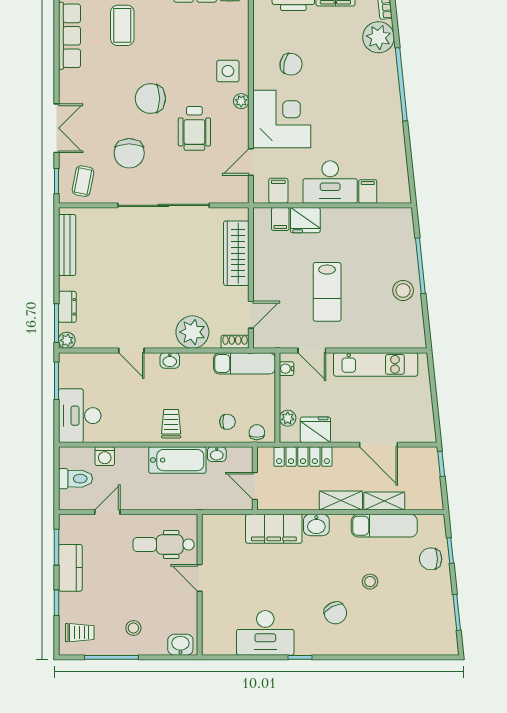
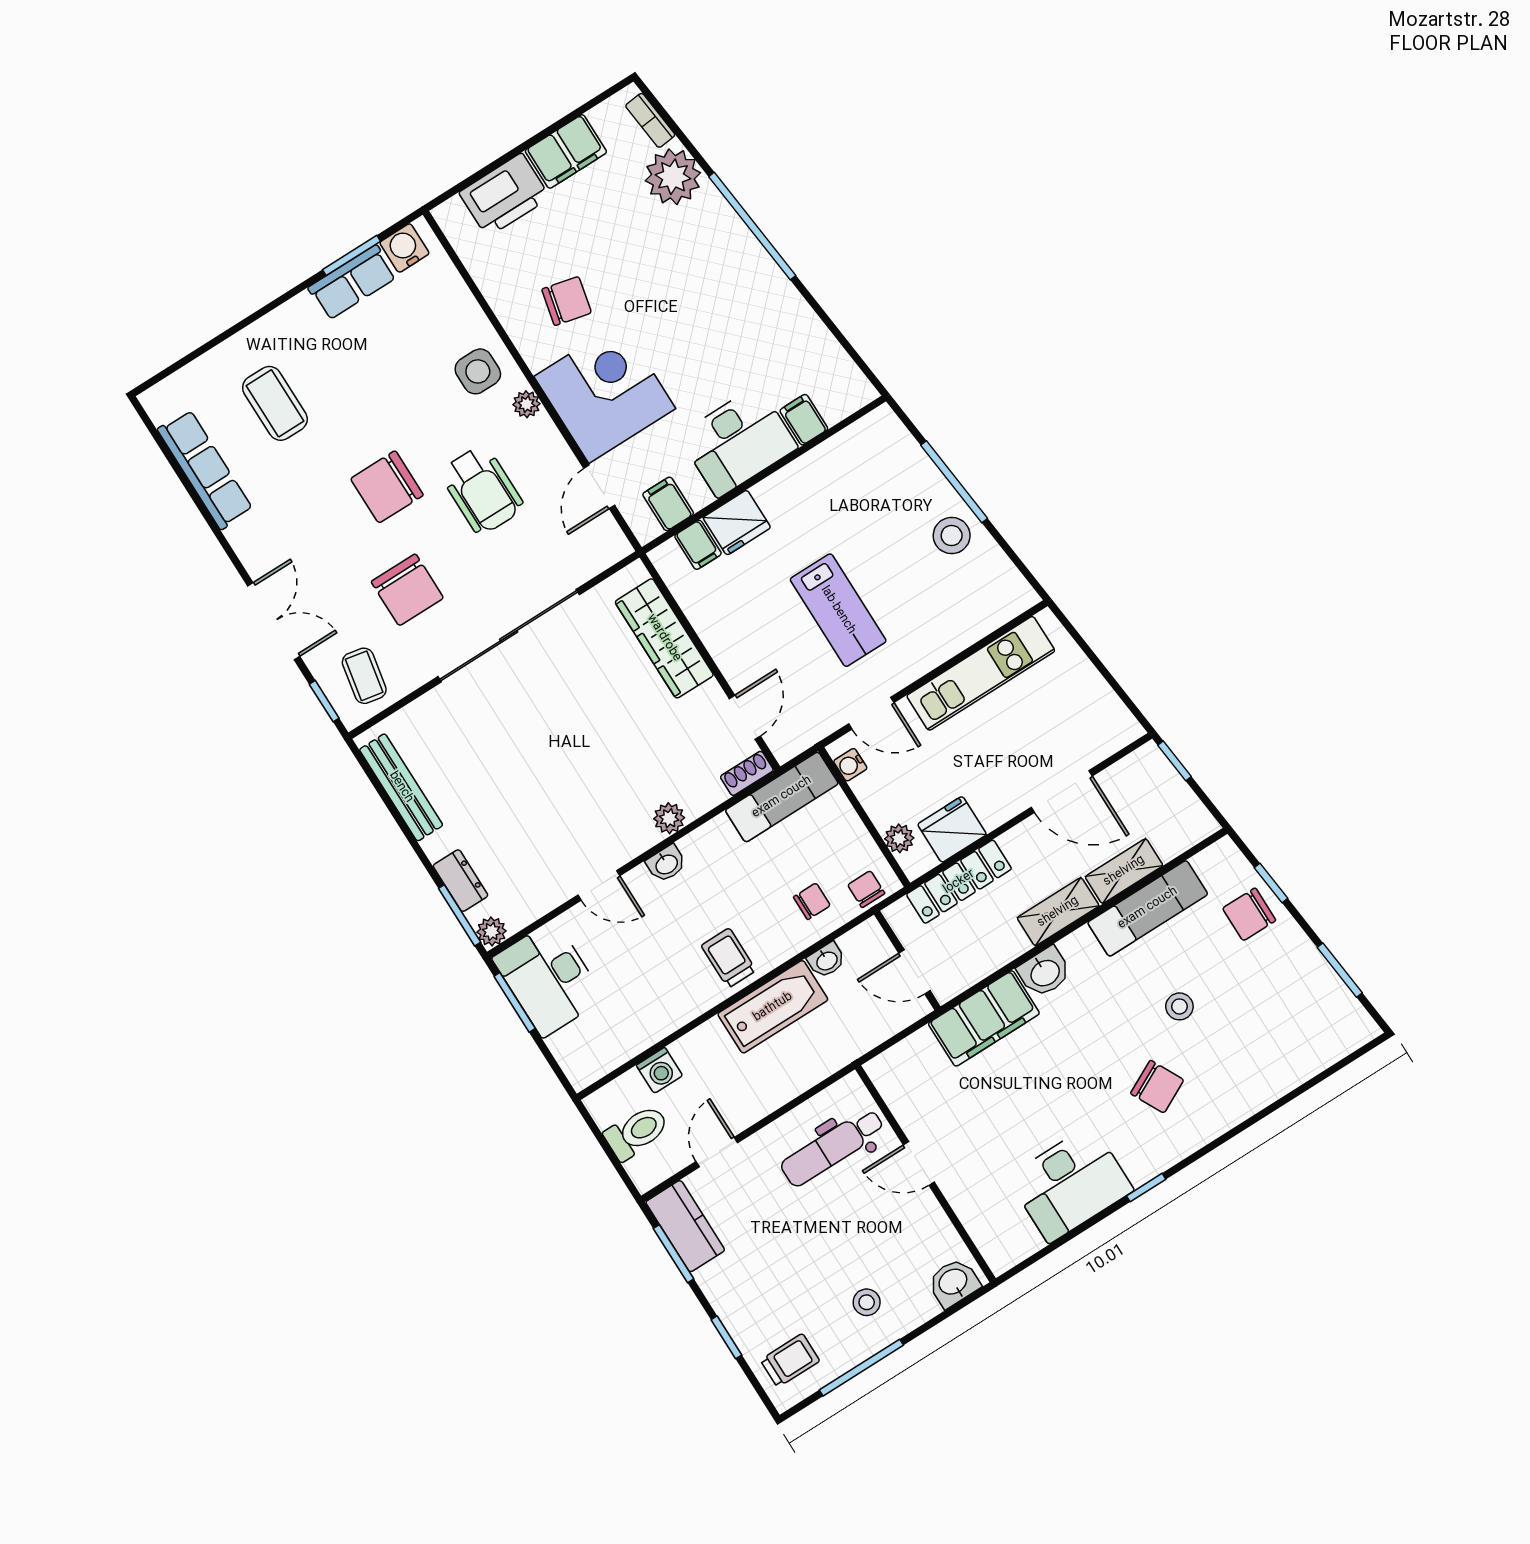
plant: (192, 332) -> (669, 818), width x0.53, depth x0.53
desk: (80, 416) -> (548, 978), moved
kitchen counter: (70, 568) -> (685, 1226), moved

